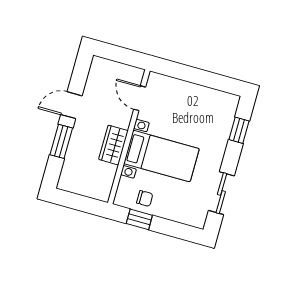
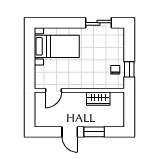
window: (239, 130) -> (56, 23), removed
wardrobe: (113, 145) -> (98, 99), moved
bed with nightstands: (161, 156) -> (57, 46), moved, turned 90

